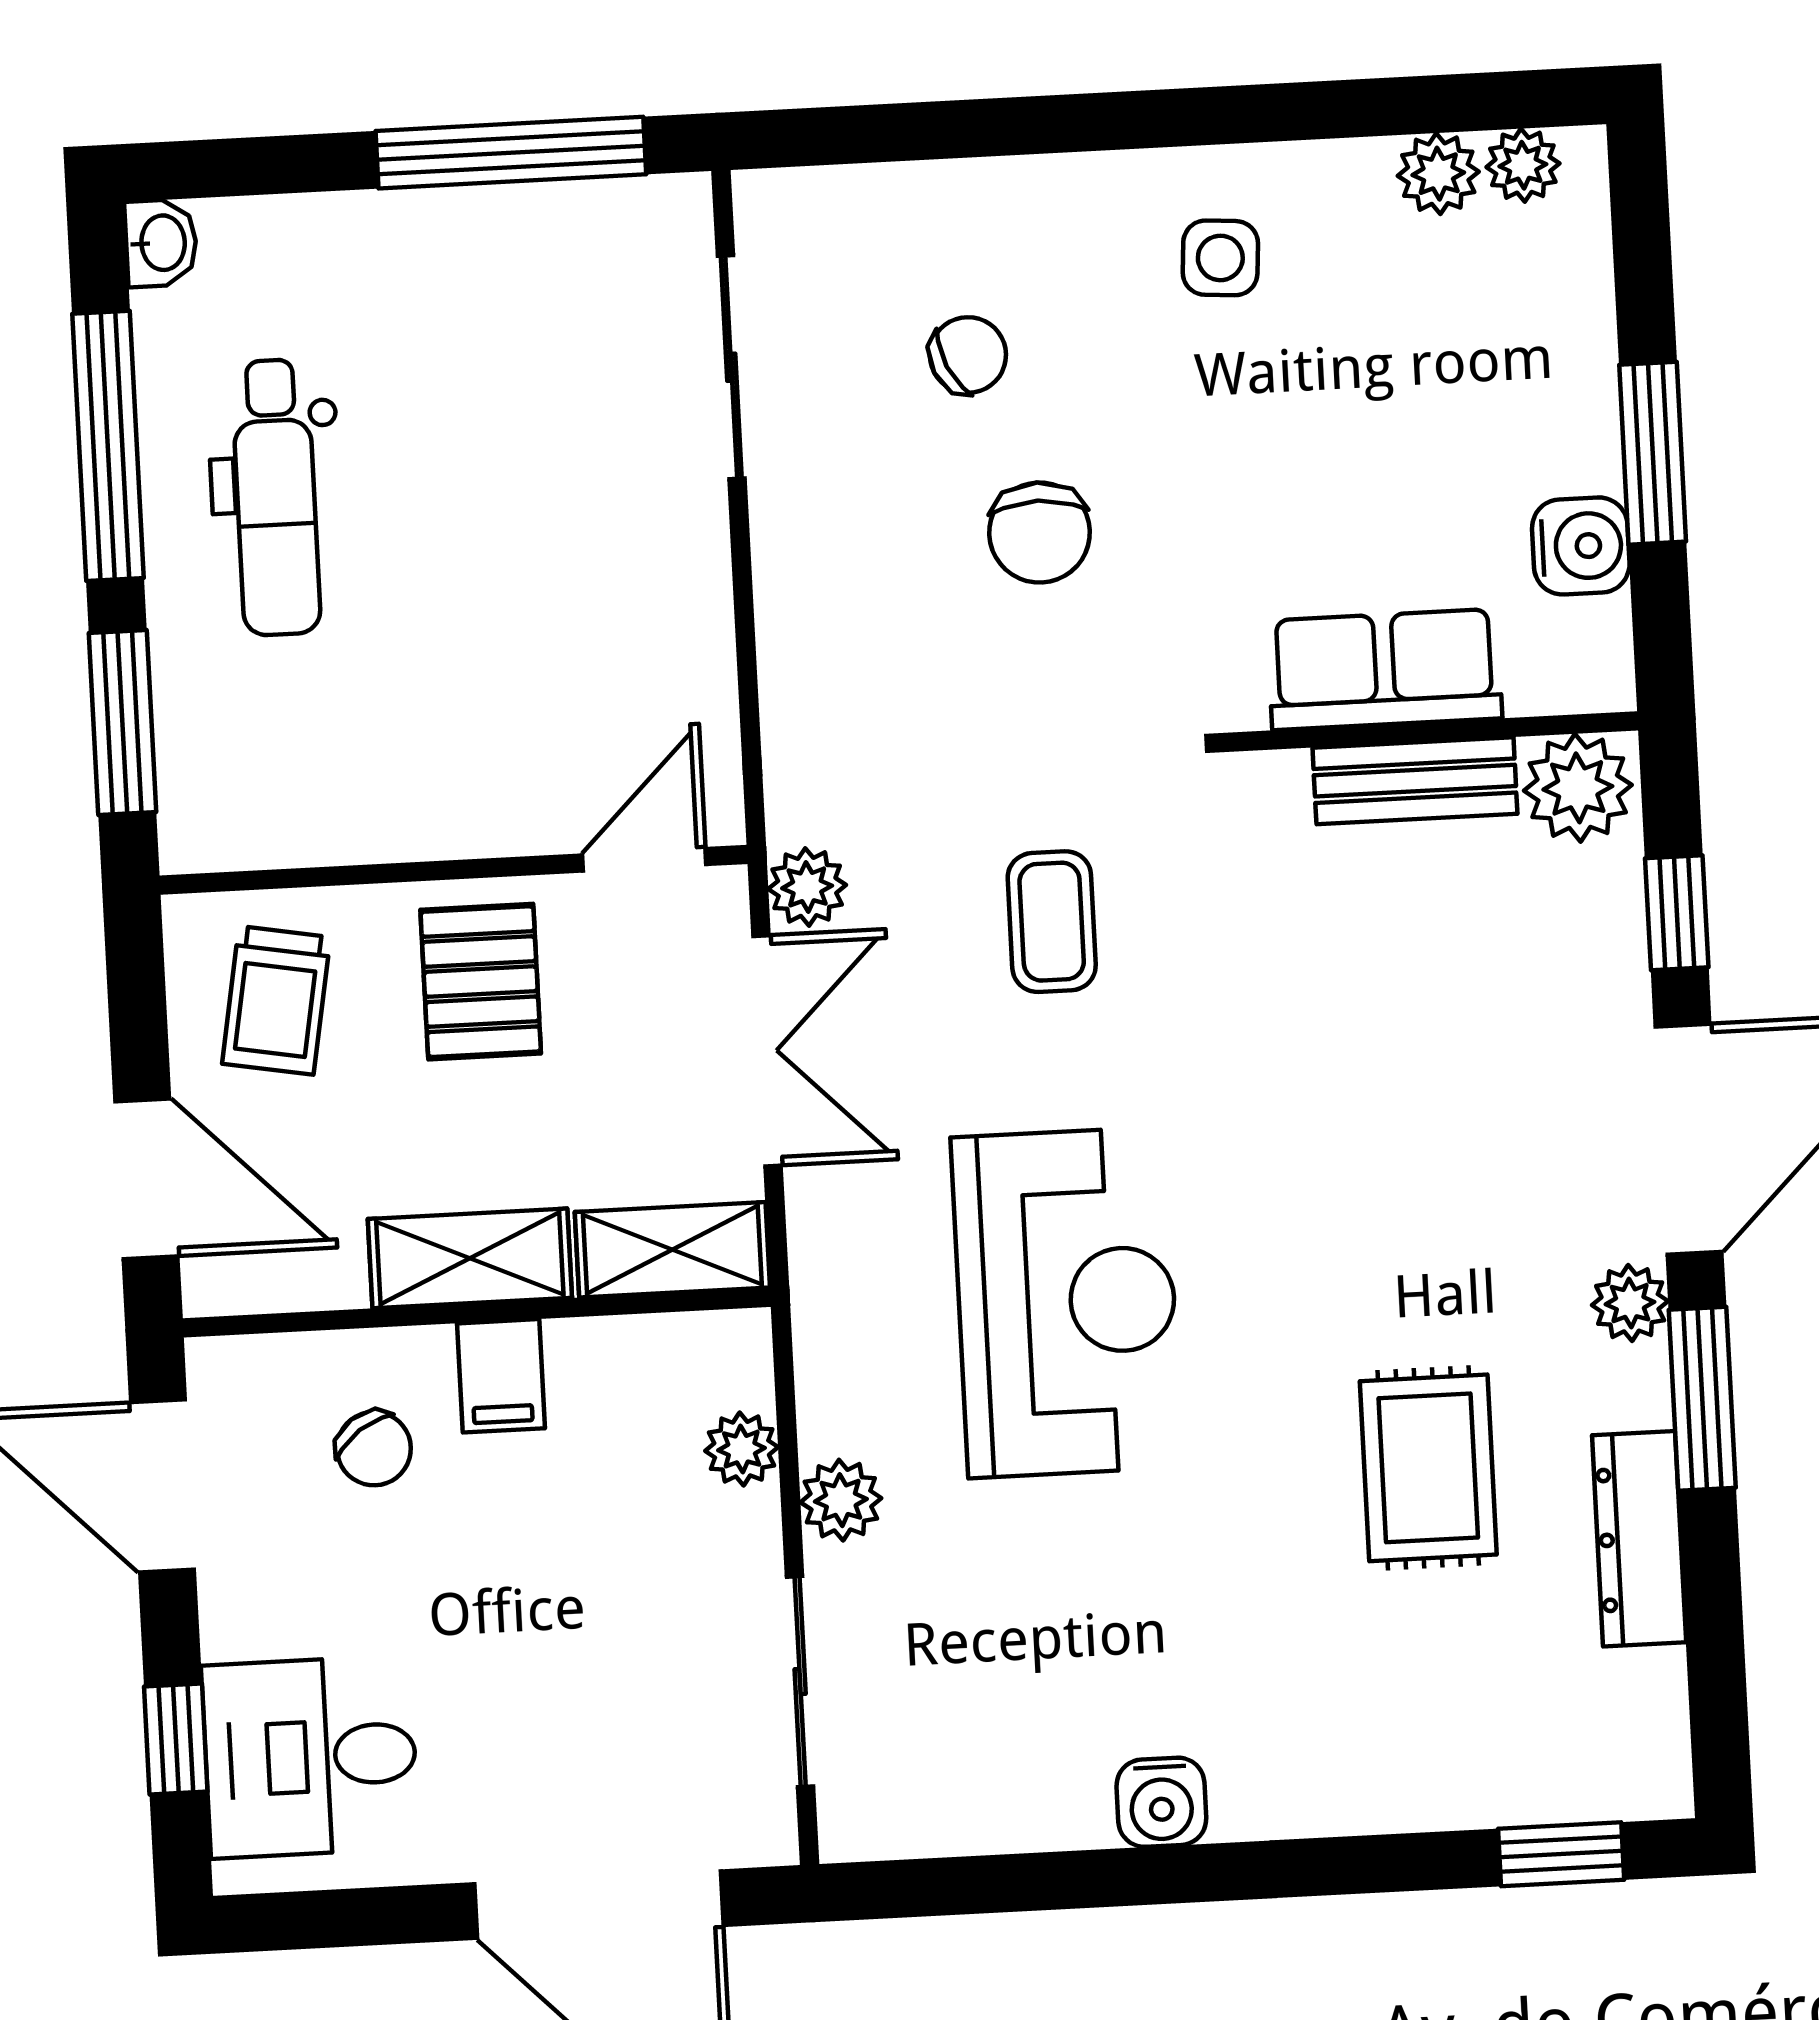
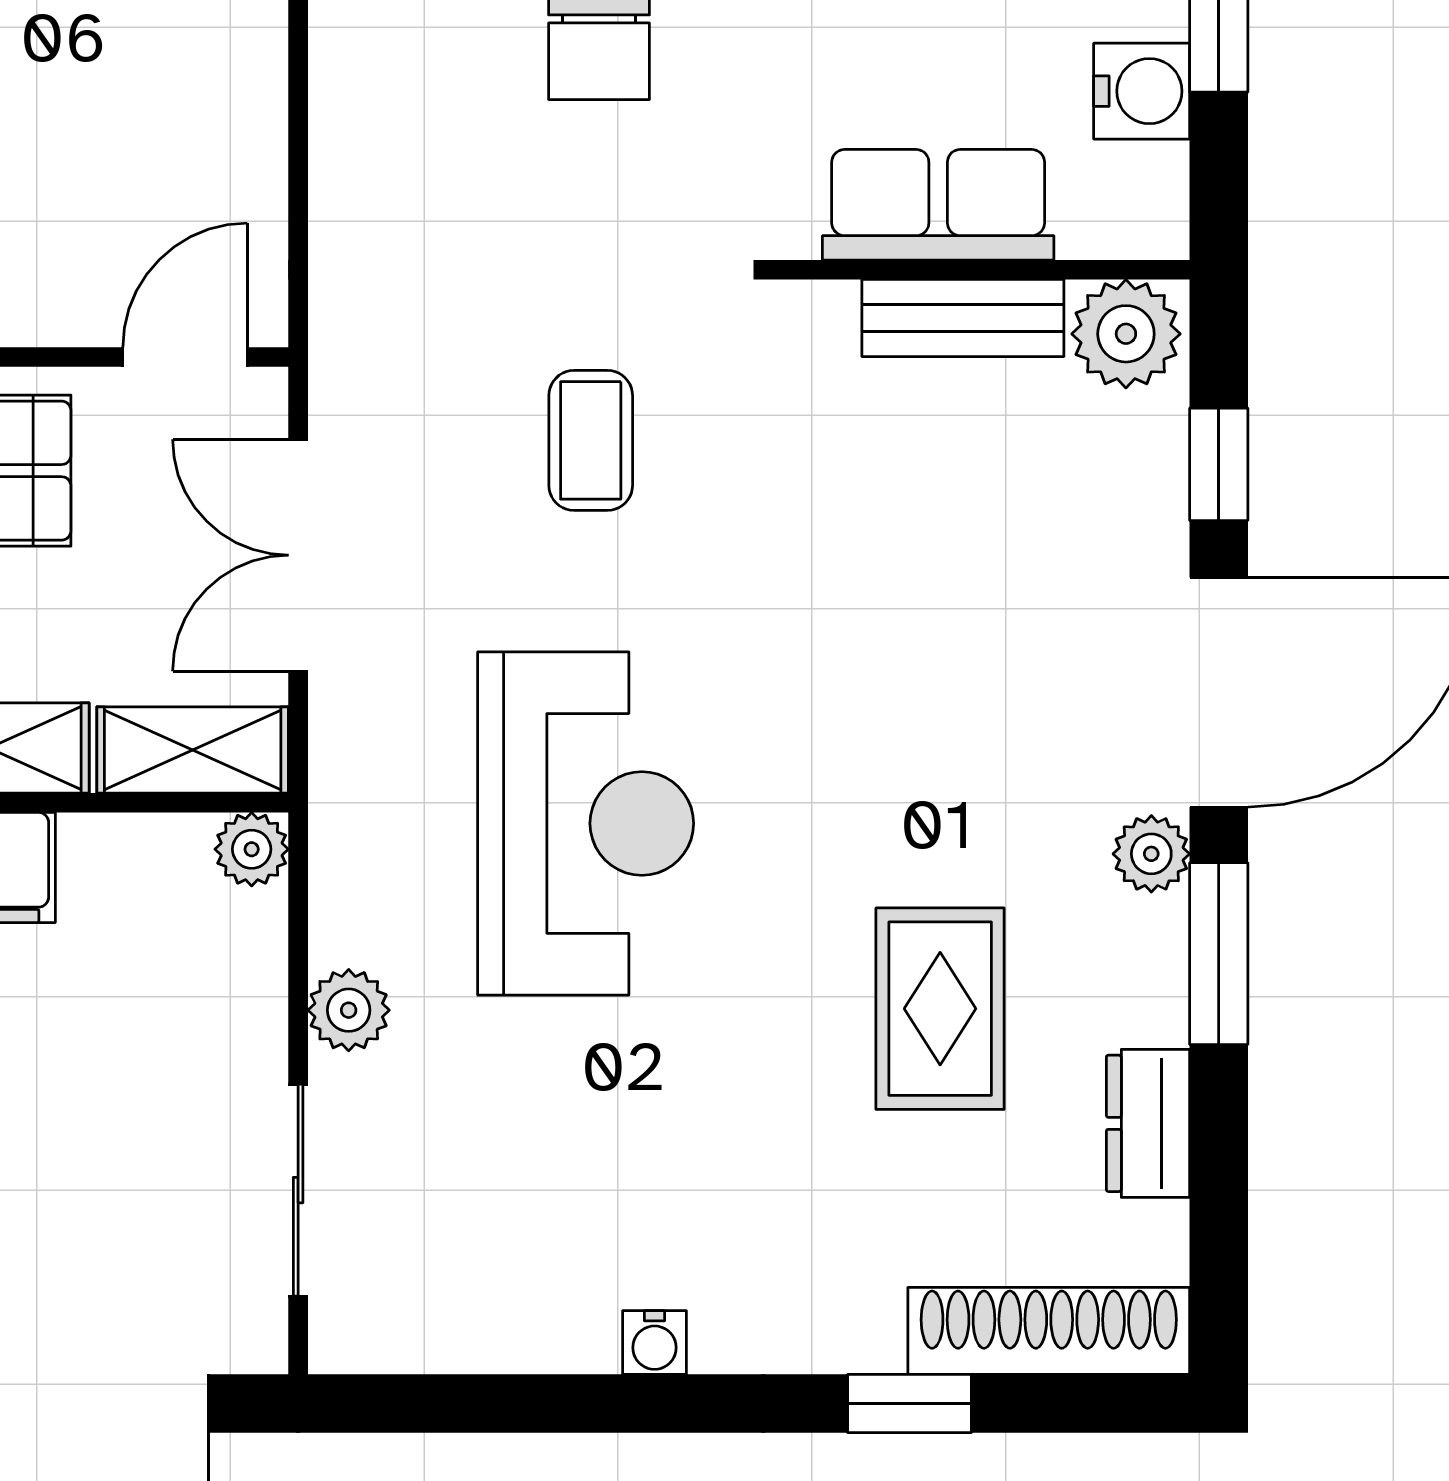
plant: (807, 887) -> (347, 393), removed
double door: (767, 1051) -> (298, 555), swing flipped
plant: (742, 1449) -> (252, 849), moved
dresser: (1639, 1539) -> (1148, 1123), width x0.70
shoe rack: (1553, 1782) -> (1049, 1331), added
water cooler: (1161, 1802) -> (655, 1343), width x0.72, depth x0.72
window: (1561, 1854) -> (909, 1404), moved

